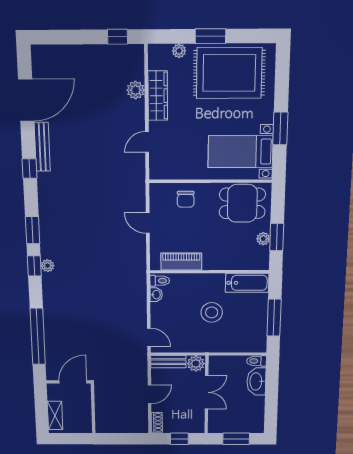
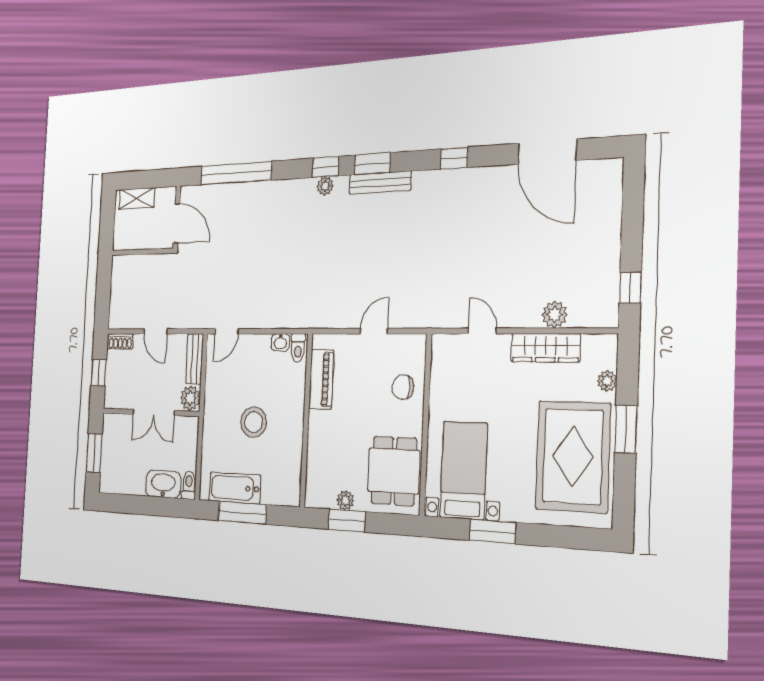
bench: (42, 147) -> (380, 183), moved
bathtub: (247, 283) -> (235, 488), moved, turned 90

